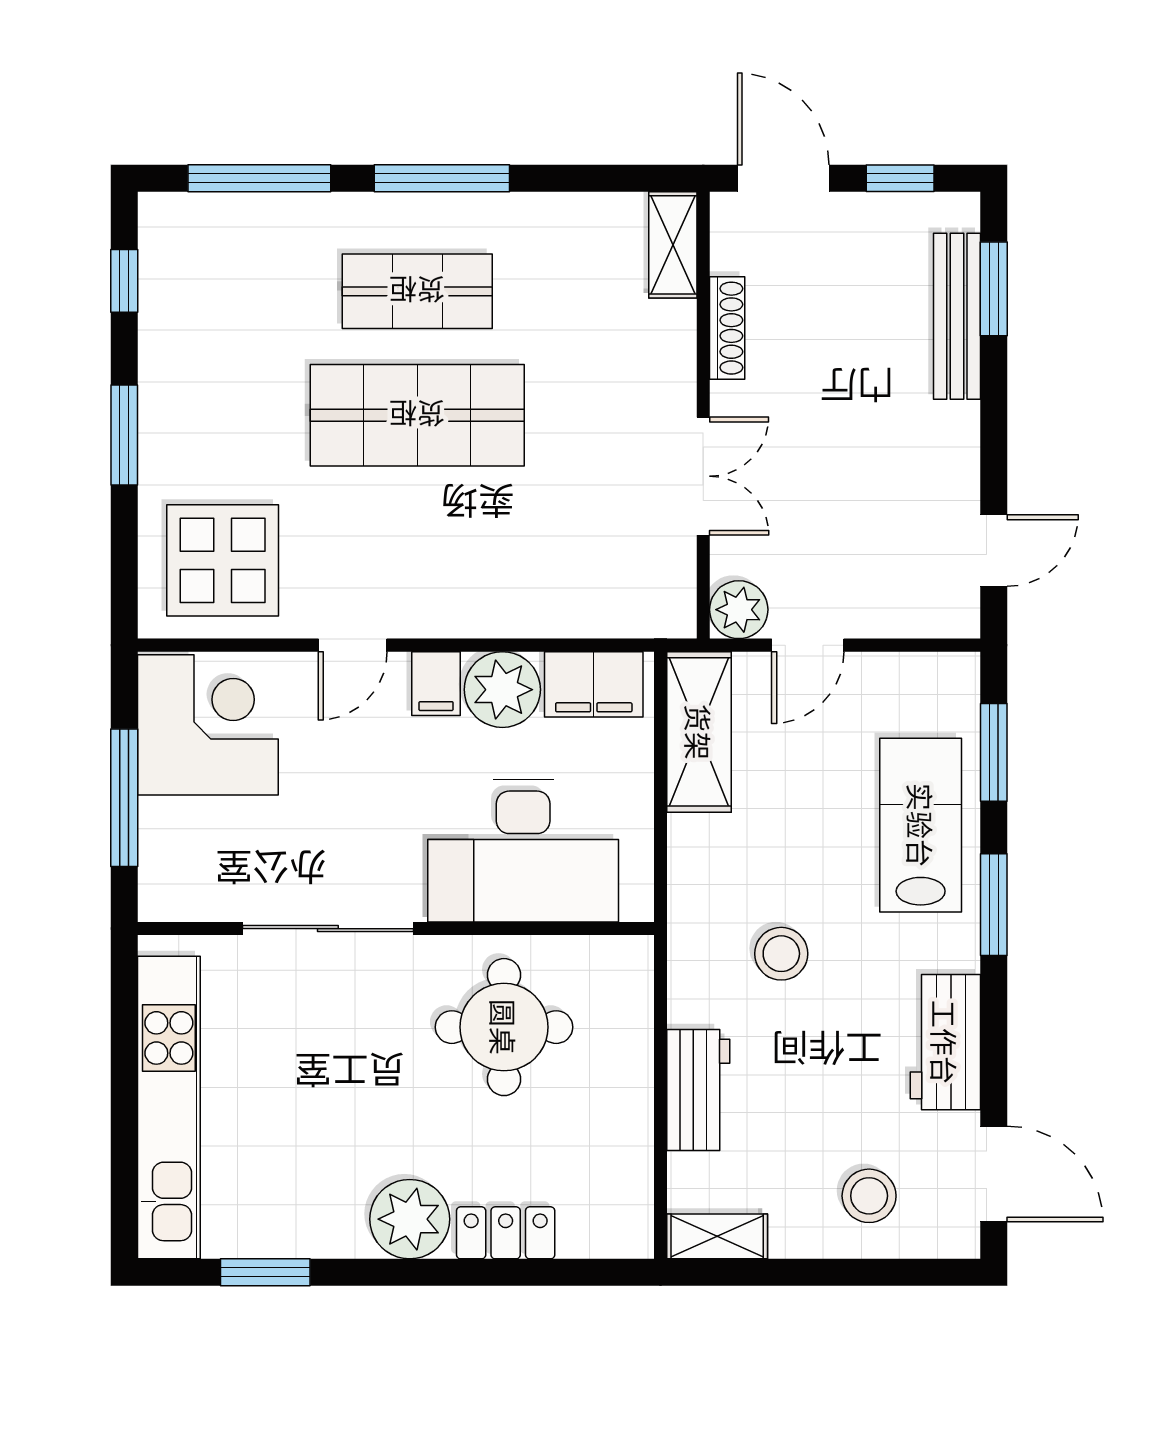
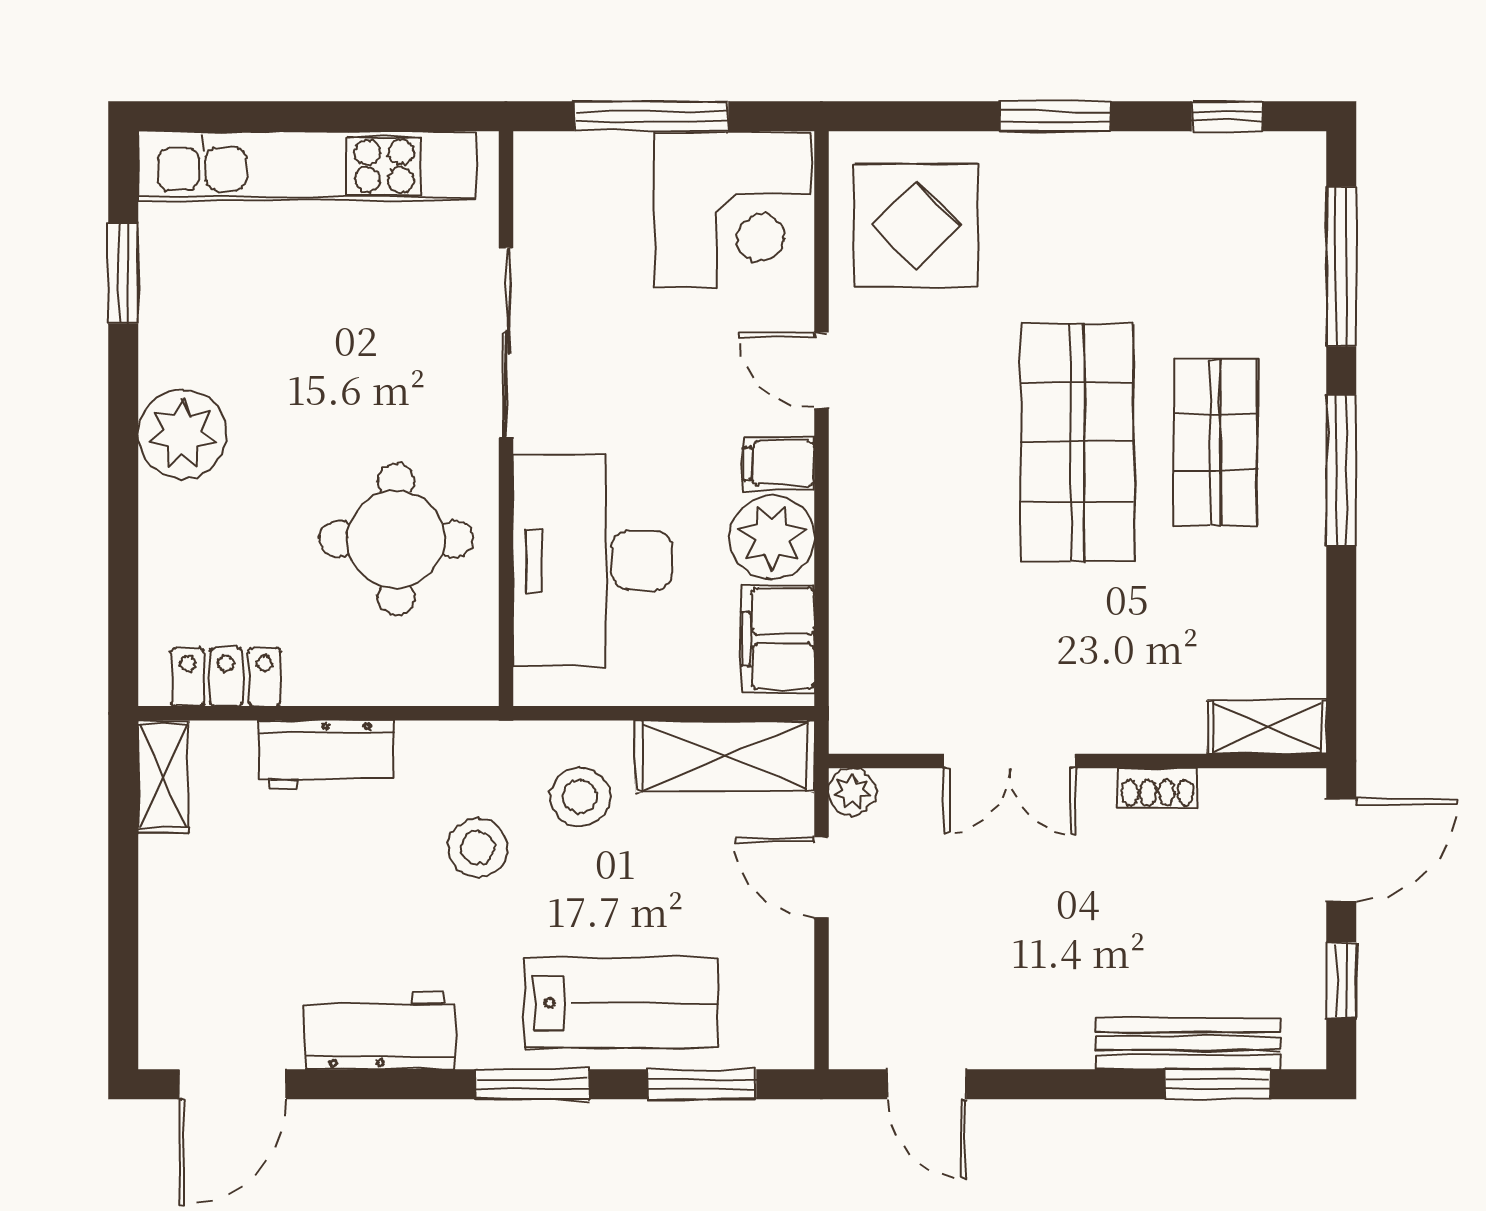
shoe rack: (727, 328) -> (1157, 788), width x0.70
plant: (739, 610) -> (852, 792), width x0.73, depth x0.73
stool: (869, 1196) -> (580, 797), moved
locker: (506, 1233) -> (226, 677), moved, turned -90

